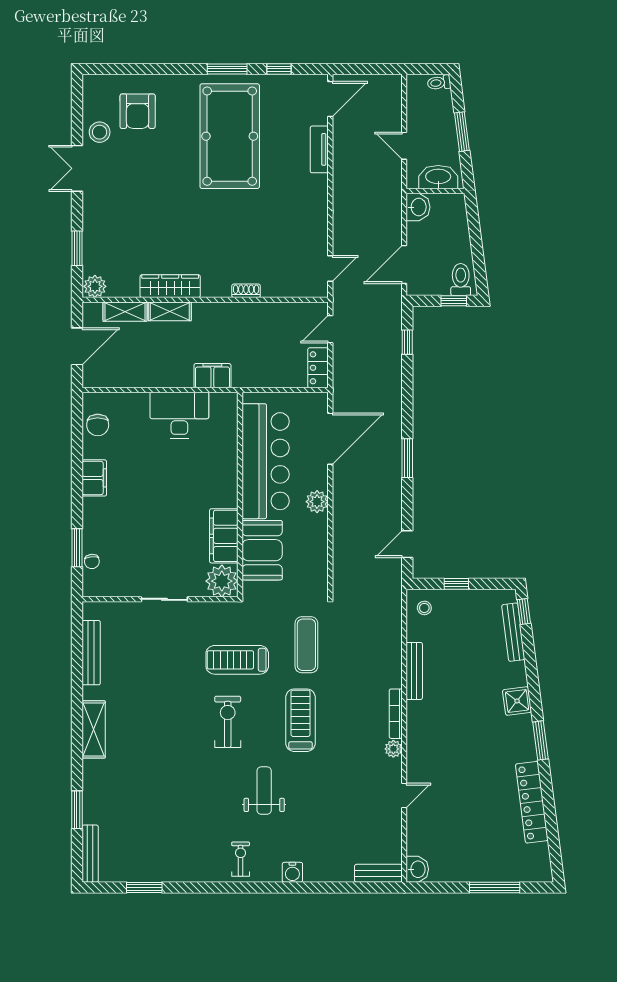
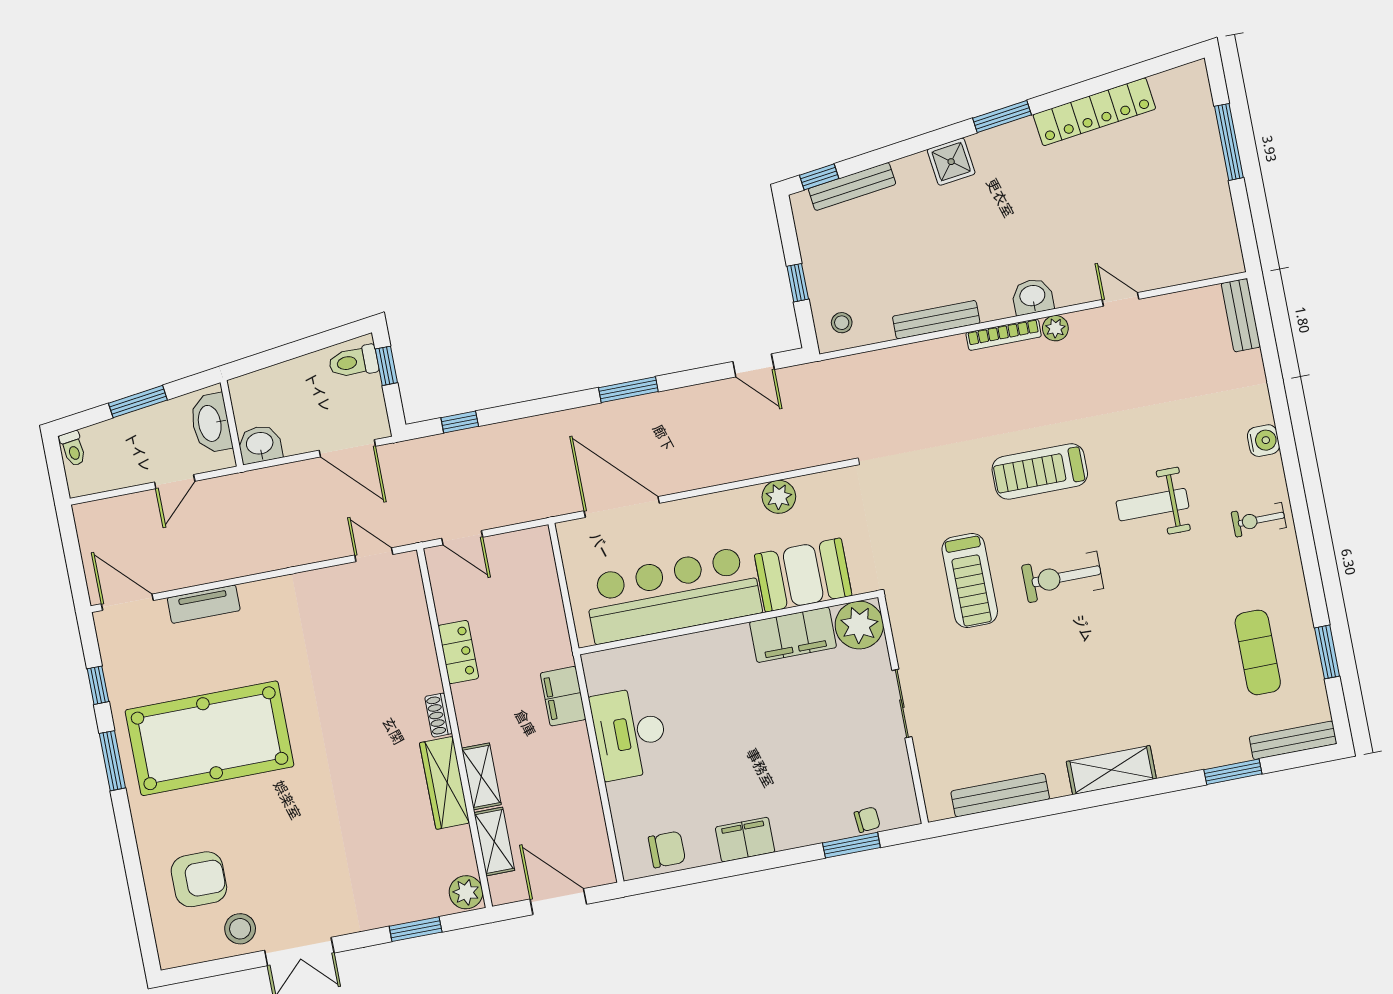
shoe rack: (246, 291) -> (439, 715), moved
locker: (318, 368) -> (458, 652), moved, turned -90
plant: (317, 502) -> (779, 497), moved
exercise mat: (306, 645) -> (1258, 652), moved, turned 90
washbasin: (417, 869) -> (1033, 297), moved

